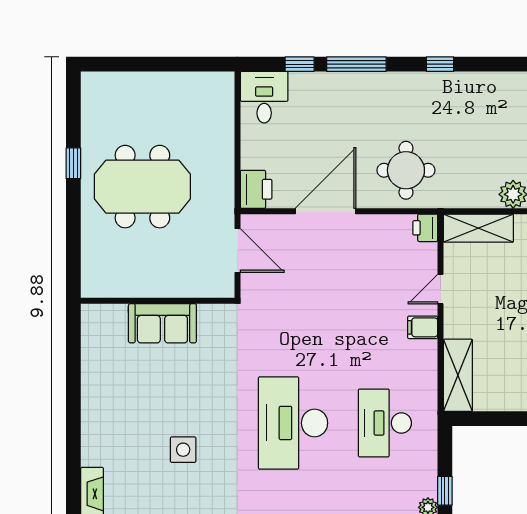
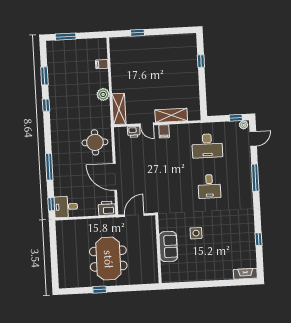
window: (300, 64) -> (51, 204), moved
window: (440, 64) -> (46, 105), moved
printer: (425, 228) -> (134, 132), moved
shelving: (458, 375) -> (171, 115), moved
desk: (293, 423) -> (209, 186), width x0.53, depth x0.77
side table: (183, 450) -> (196, 233), moved

